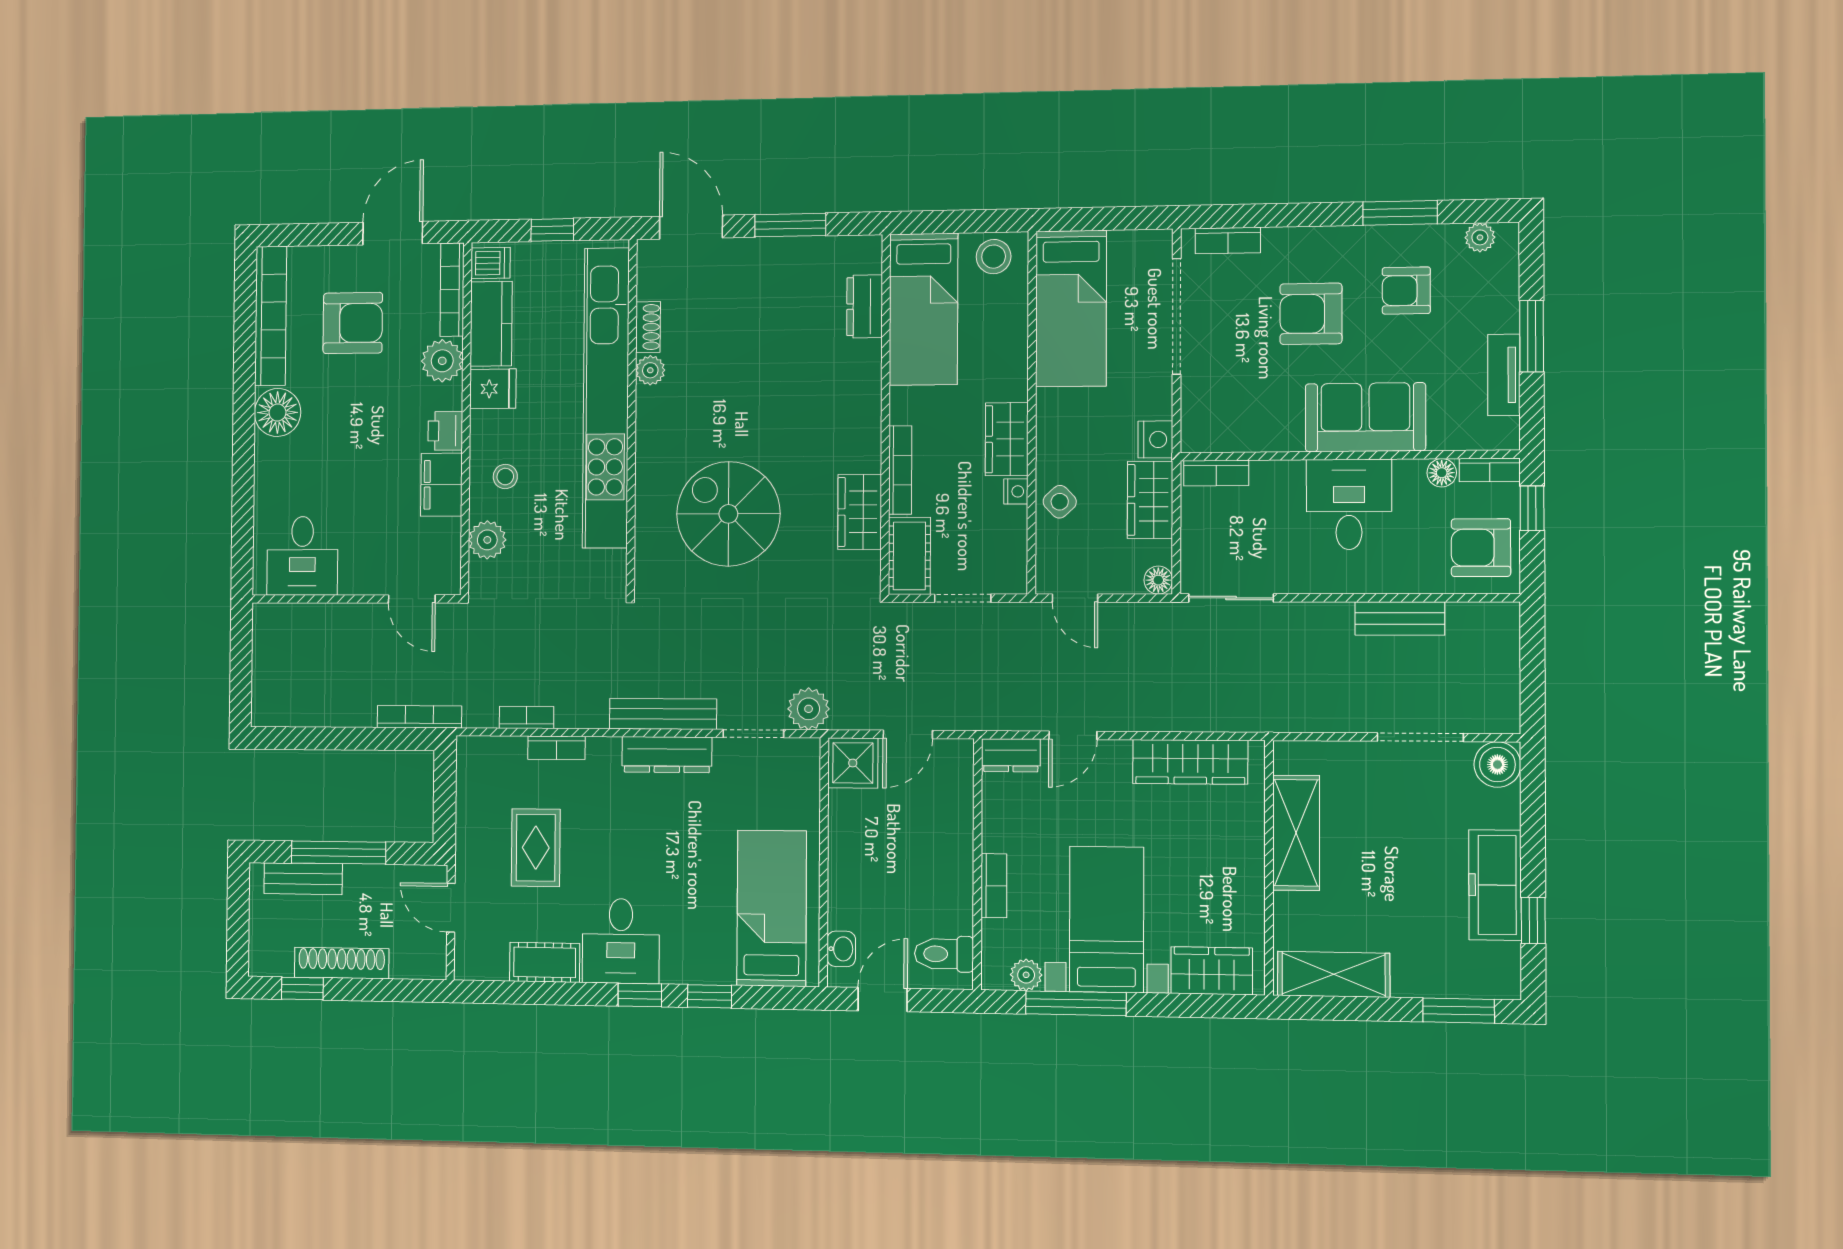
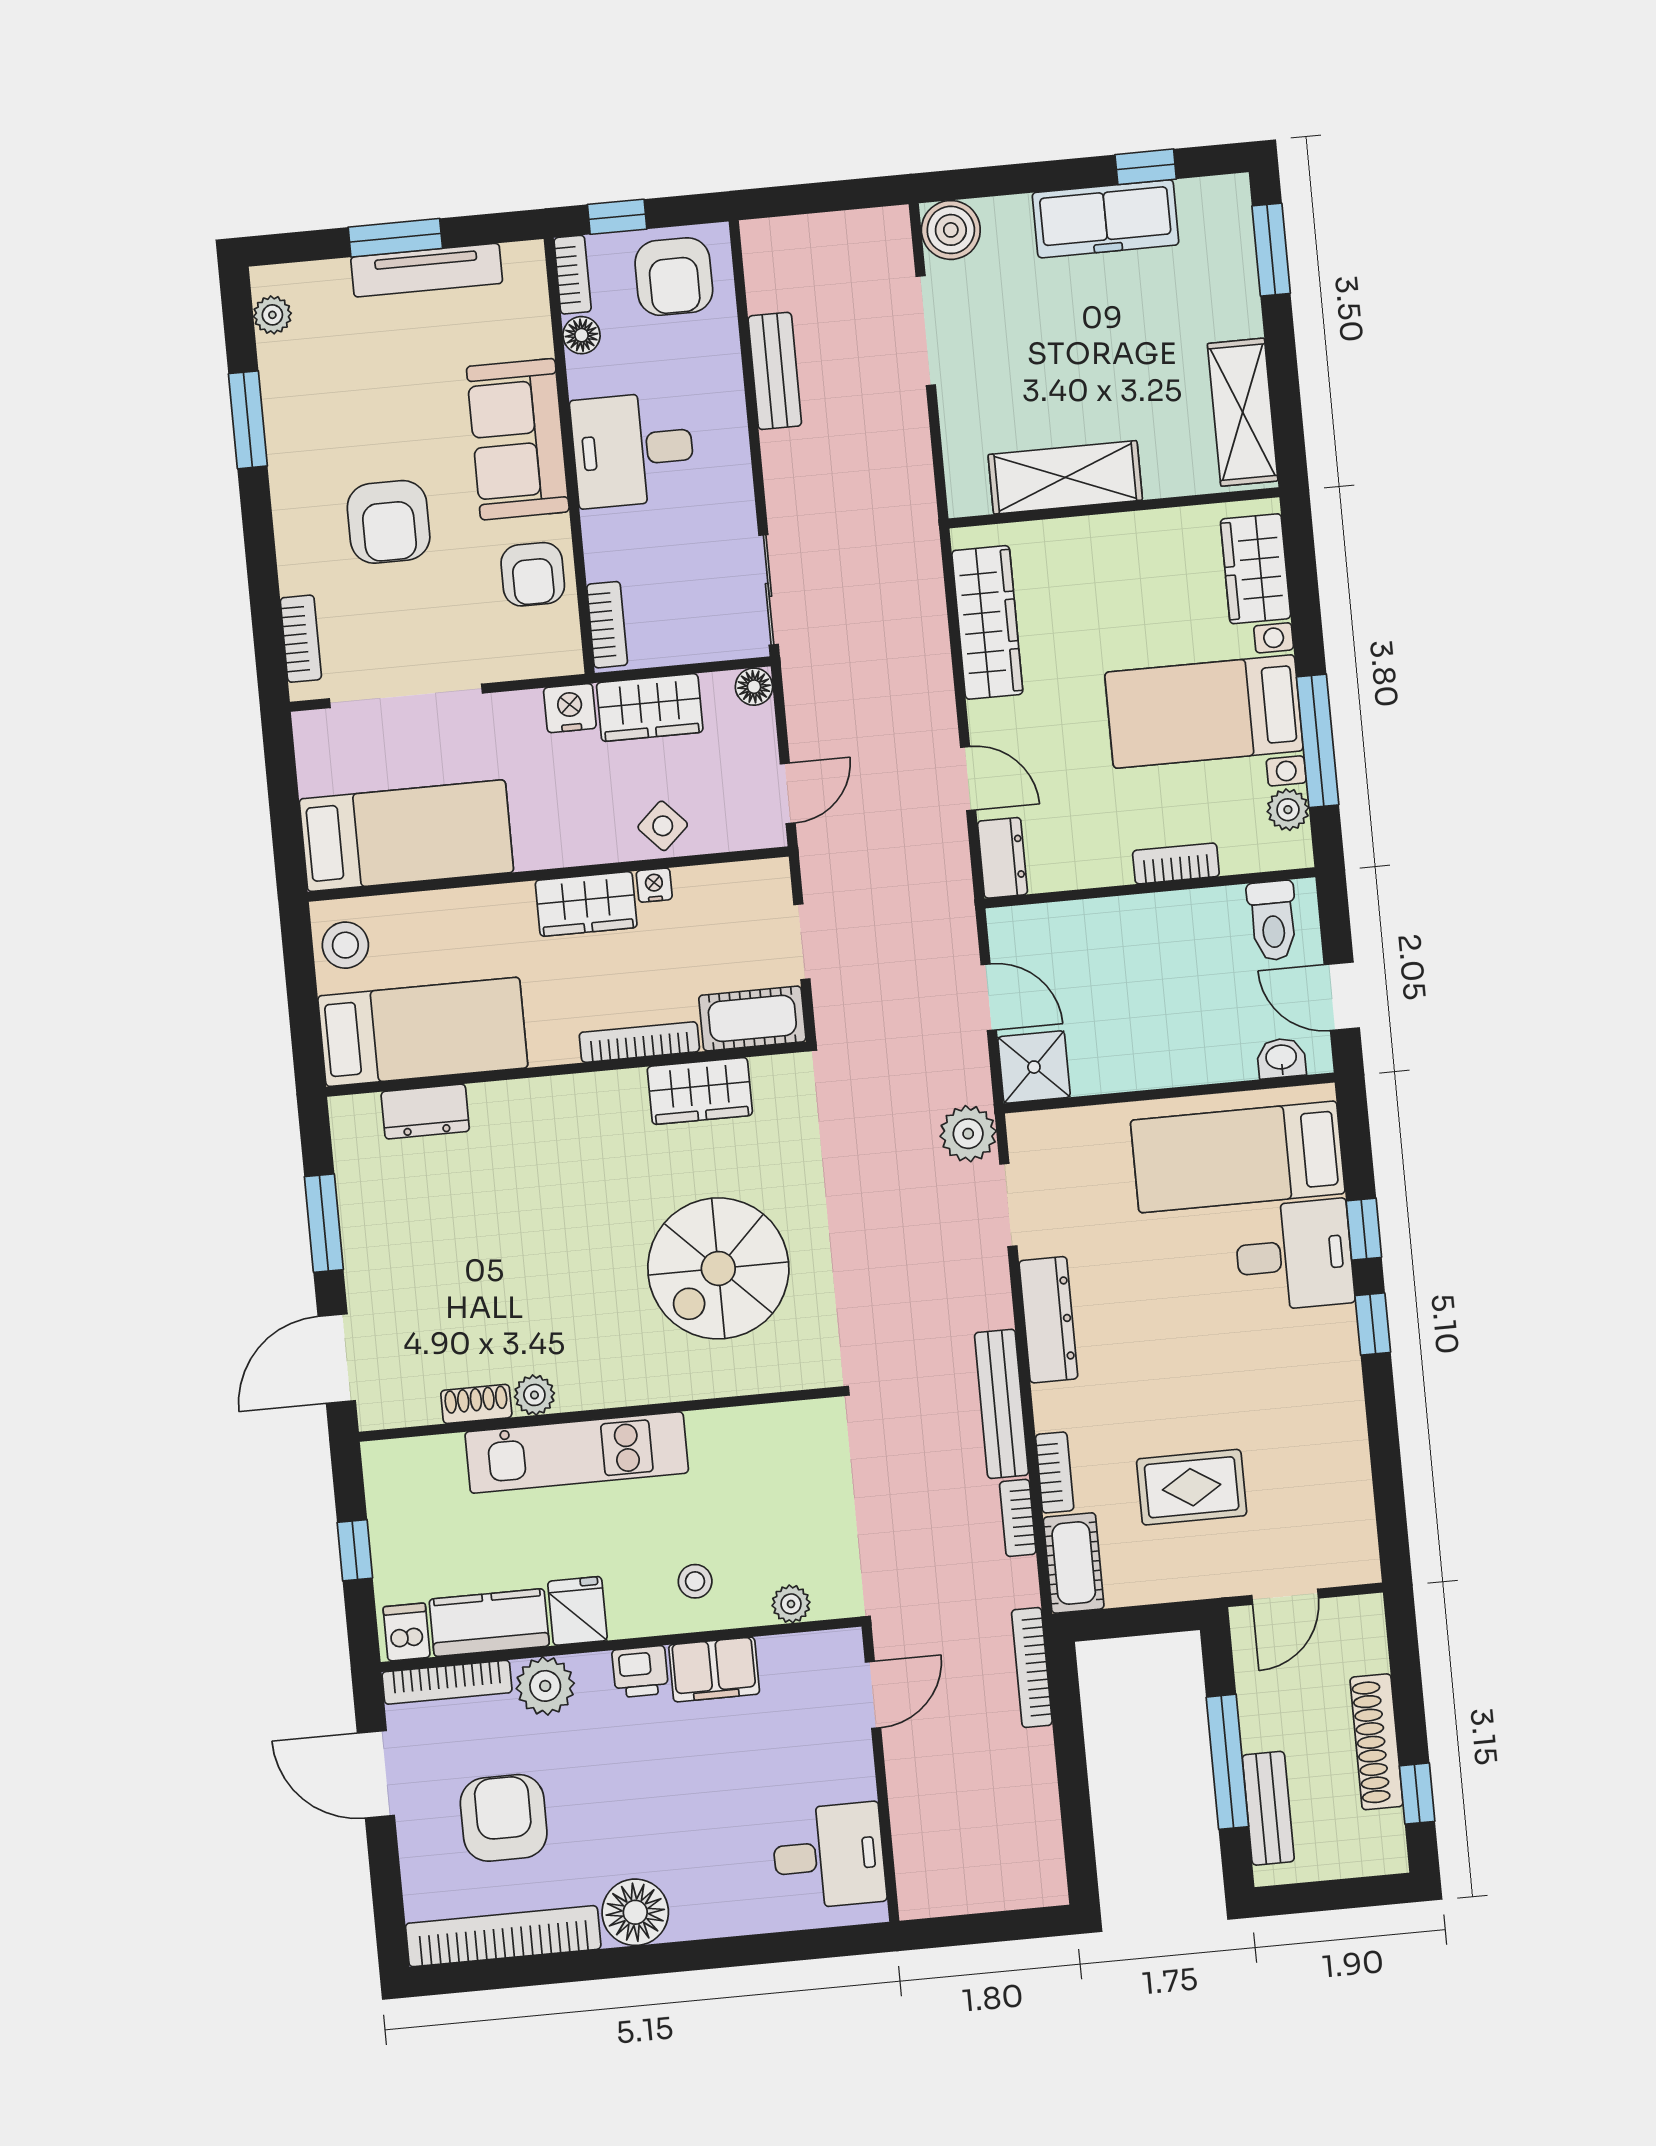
armchair: (1406, 291) -> (533, 574), moved
tv unit: (1504, 375) -> (427, 270), width x1.41
kitchen unit: (606, 398) -> (577, 1452), width x0.54
plant: (487, 540) -> (791, 1604), width x0.73, depth x0.73
bench: (663, 714) -> (1001, 1404), moved
desk: (621, 941) -> (1294, 1255), moved
cot: (545, 962) -> (1074, 1563), moved

